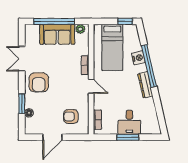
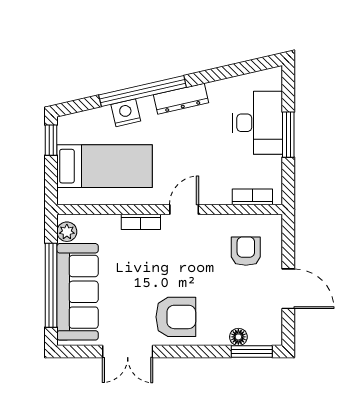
sofa: (57, 34) -> (78, 292), width x1.36
window: (22, 104) -> (252, 352), moved
armchair: (71, 116) -> (246, 251), turned 180
desk: (129, 122) -> (258, 123), width x1.37

